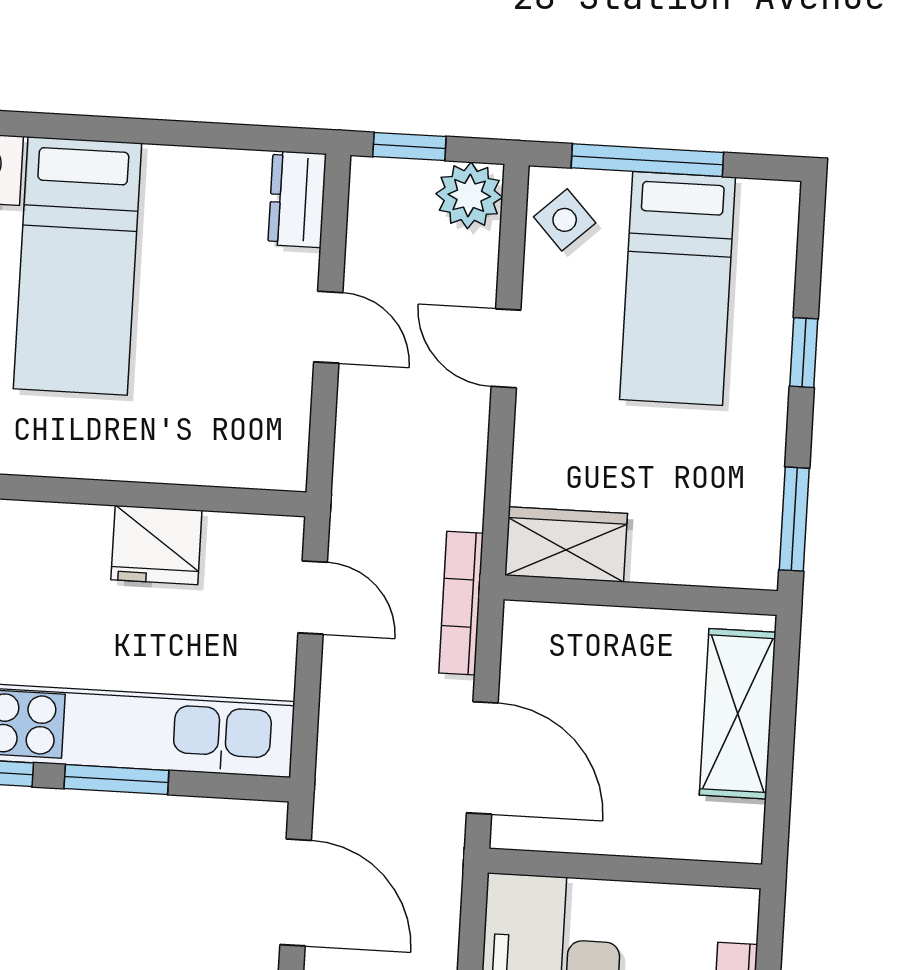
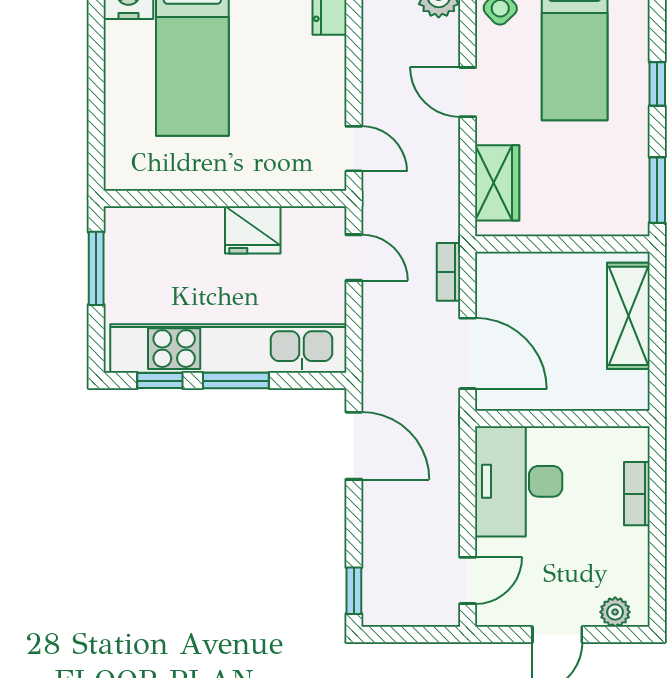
door: (328, 327) -> (354, 149), moved
wardrobe: (566, 544) -> (497, 183), moved, turned 90
bookcase: (461, 603) -> (448, 272), width x0.64

